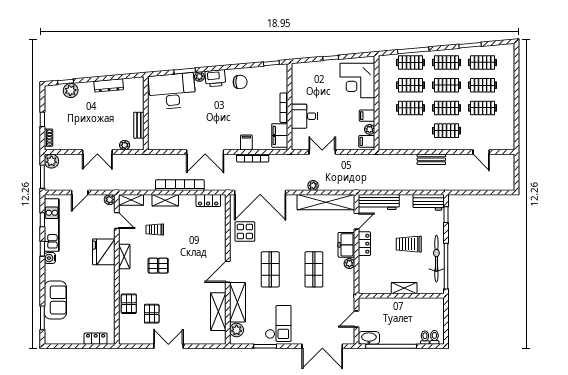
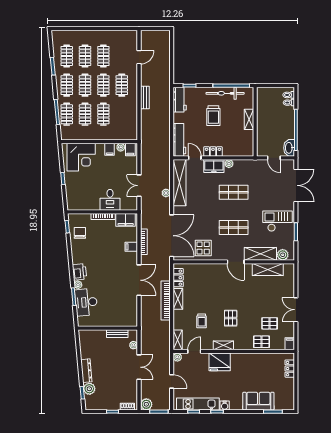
chair: (240, 82) -> (80, 233), moved
dresser: (109, 85) -> (86, 371), moved
desk: (172, 91) -> (86, 302), width x0.73, depth x0.77
shelving: (165, 200) -> (178, 299), moved
filing cabinet: (126, 339) -> (290, 344), added

